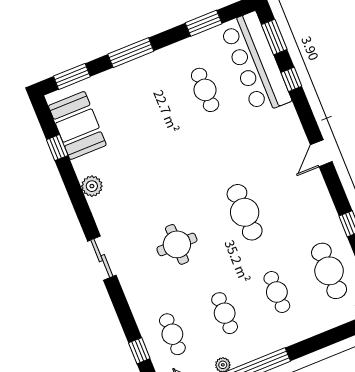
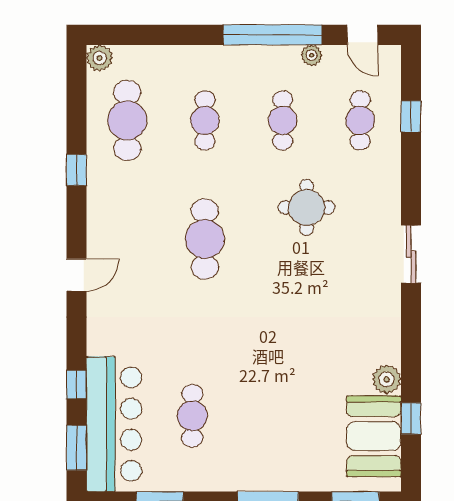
plant: (92, 186) -> (387, 379), moved
round table: (177, 244) -> (307, 207), moved

